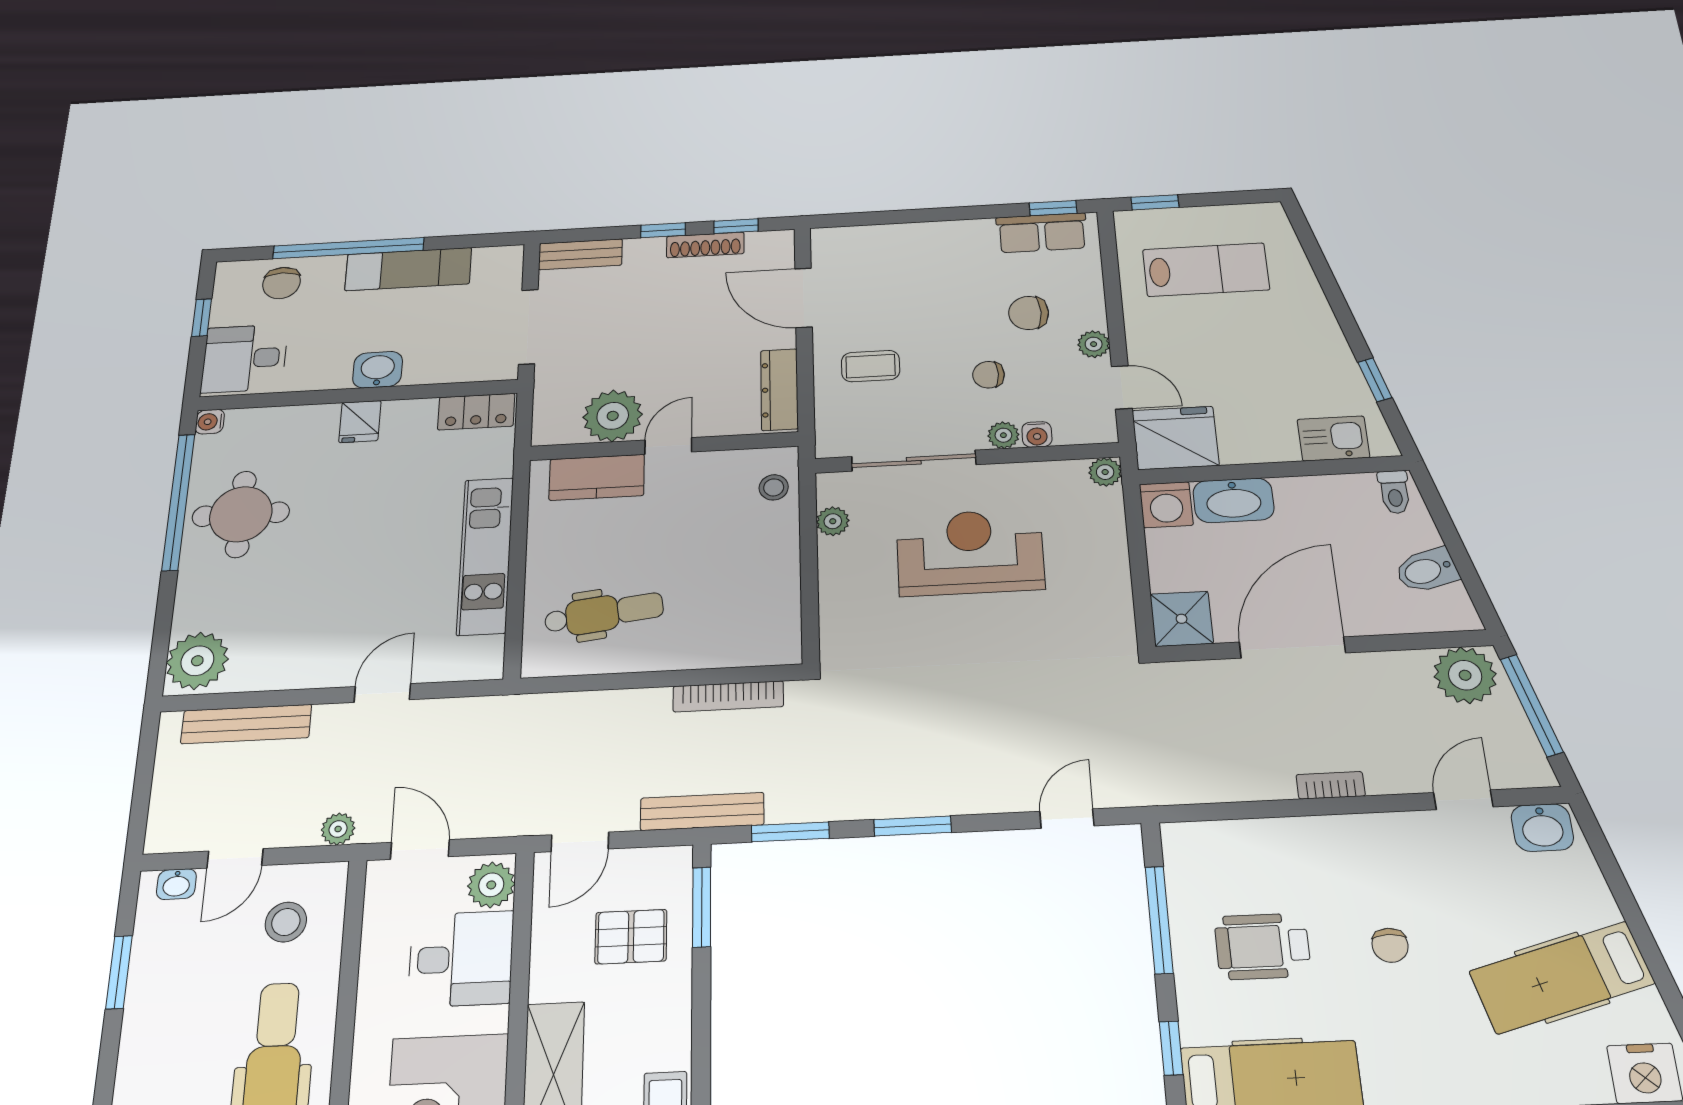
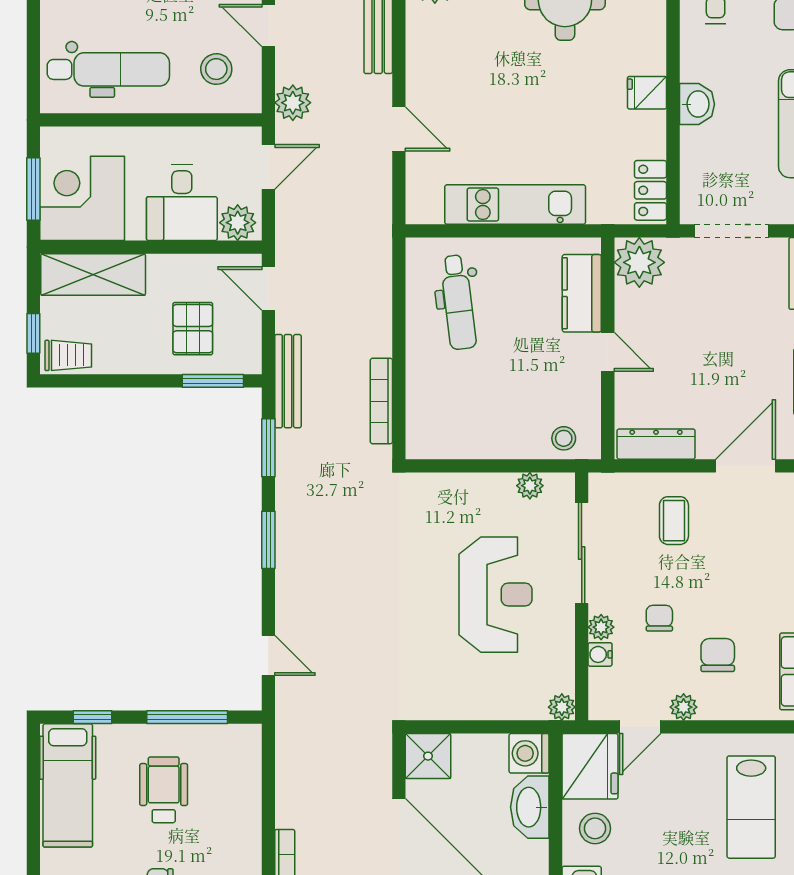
plant: (613, 416) -> (639, 262), moved
stool: (1251, 428) -> (595, 828), added
plant: (338, 829) -> (293, 103), width x1.38, depth x1.38

